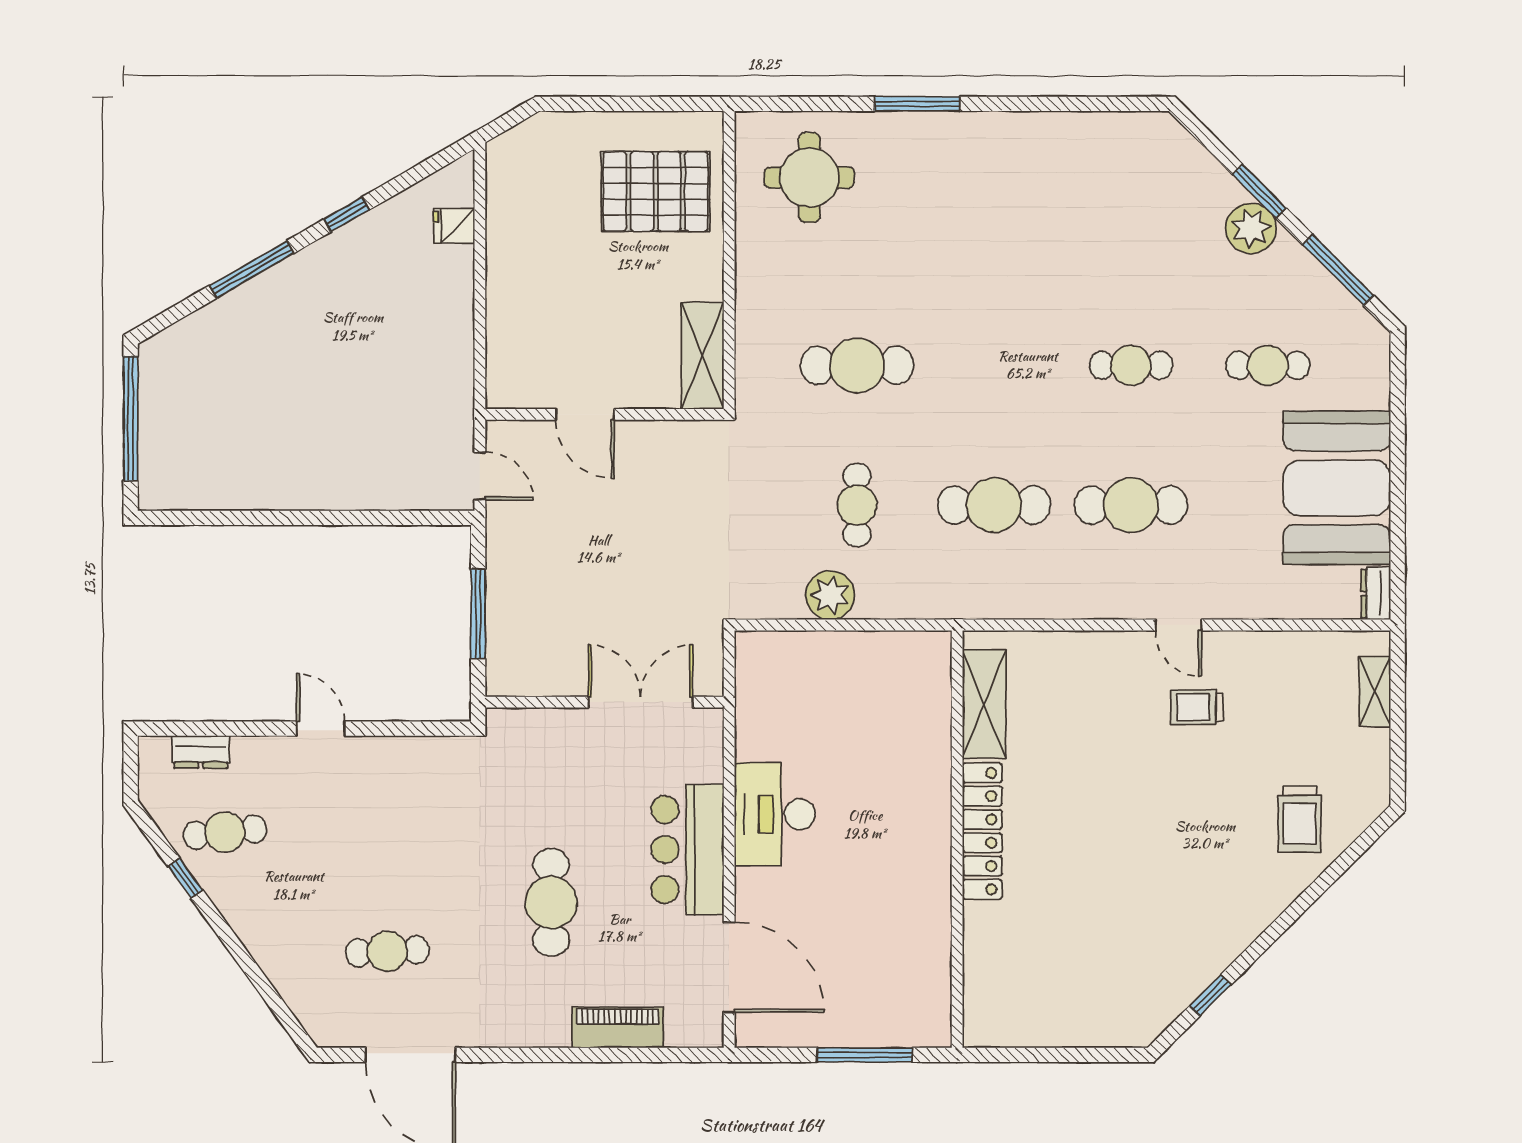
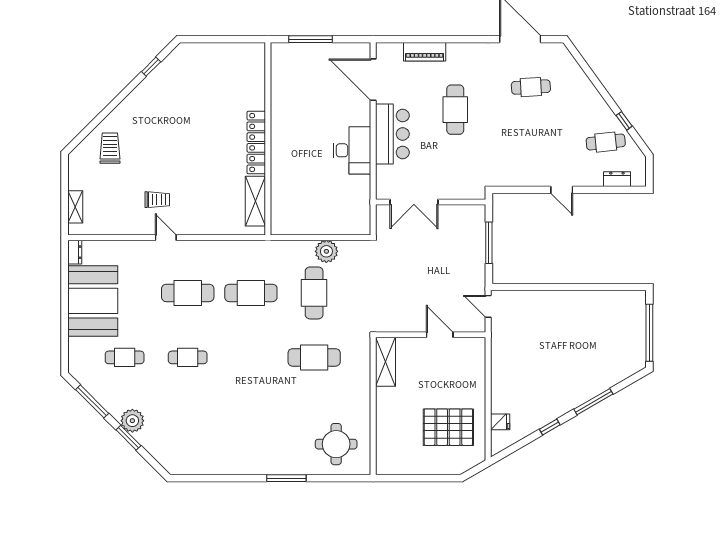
pallet: (656, 191) -> (448, 427), moved
cafe table: (857, 505) -> (314, 293), width x1.37, depth x1.35

